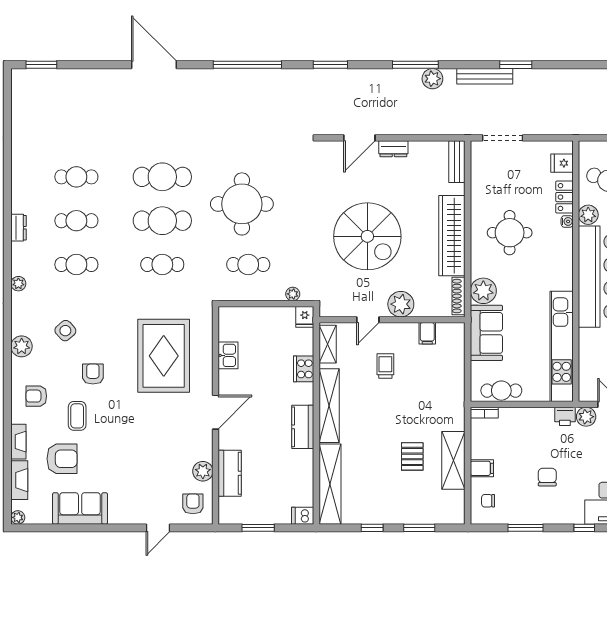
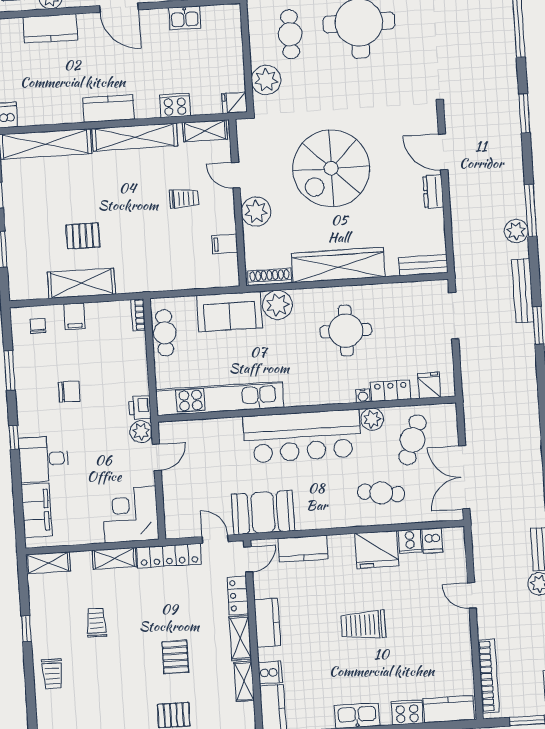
plant: (293, 294) -> (266, 80), width x1.87, depth x1.87

